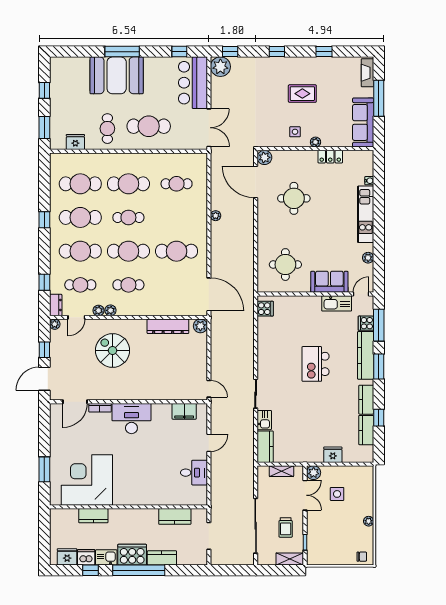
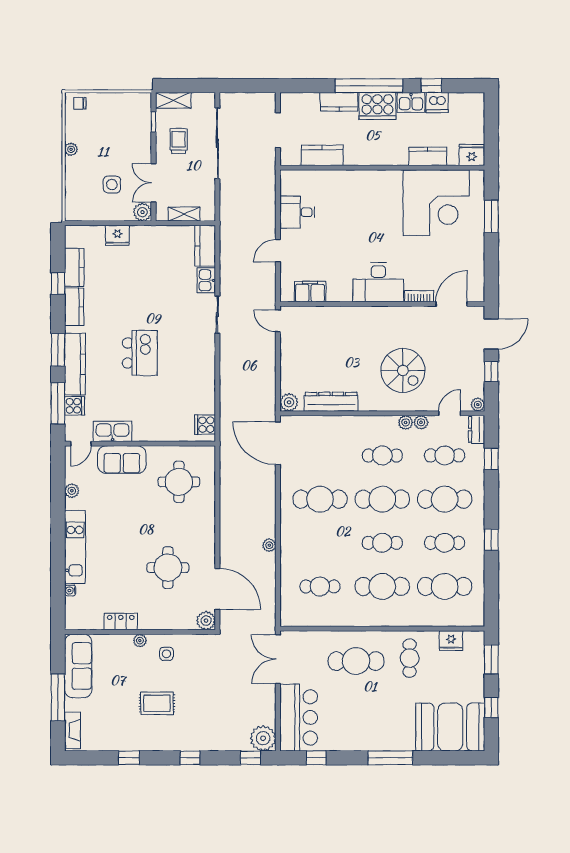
booth: (117, 75) -> (450, 727), moved
cafe table: (80, 217) -> (445, 543), width x0.73, depth x0.74
fridge: (67, 557) -> (472, 155), moved, turned 180

